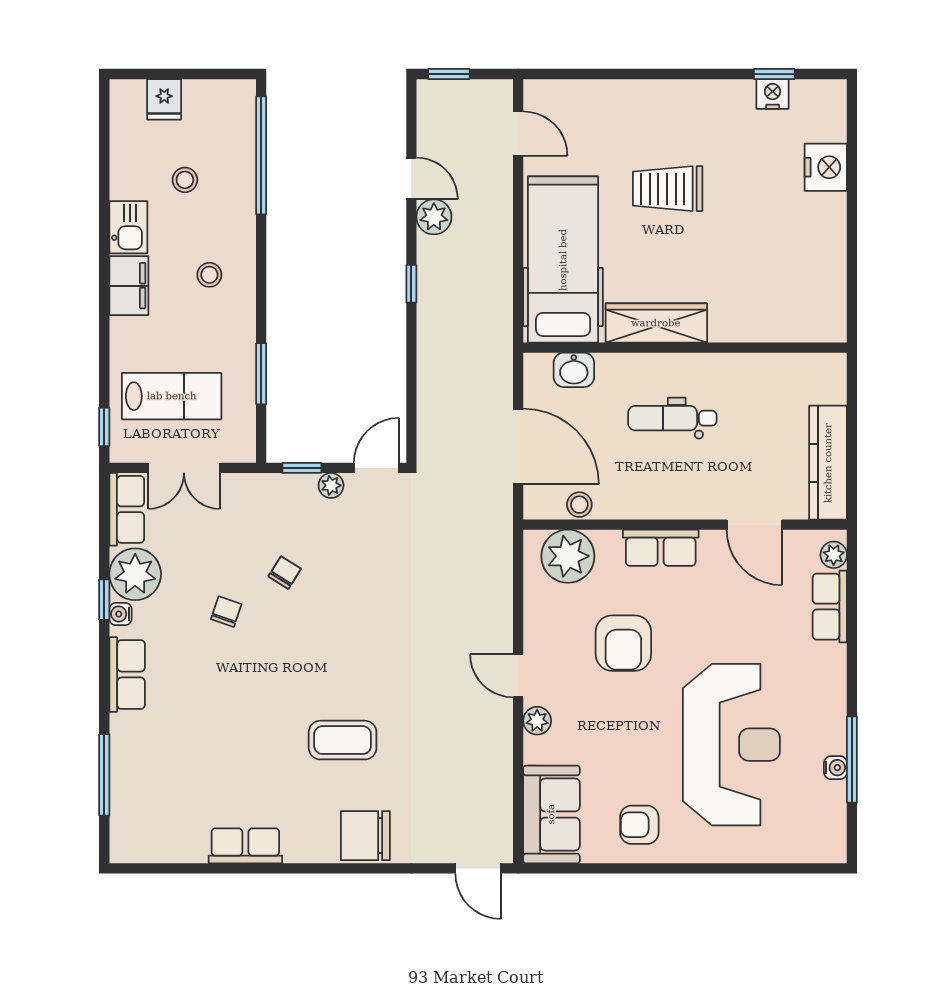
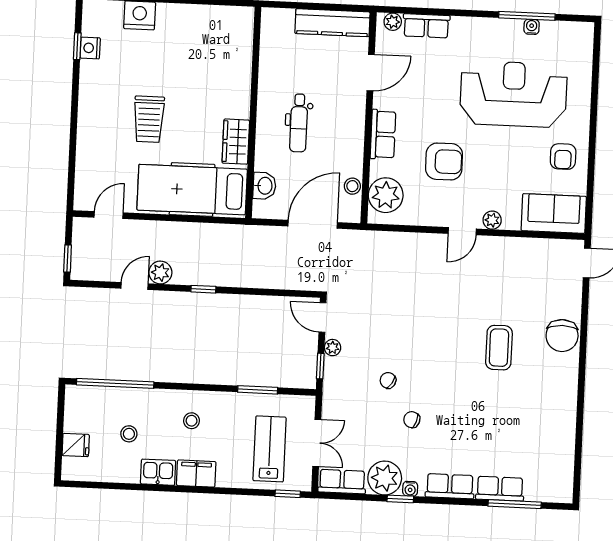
wardrobe: (656, 323) -> (236, 142), width x0.67
row of seats: (245, 846) -> (500, 489), moved, turned 90

